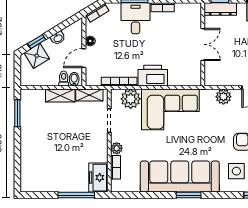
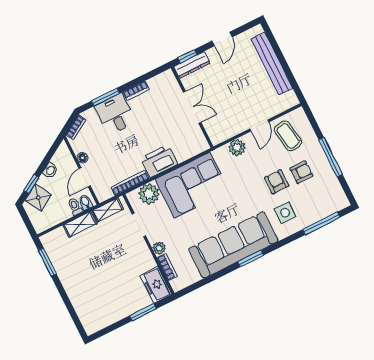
window: (76, 195) -> (143, 312), width x0.69

